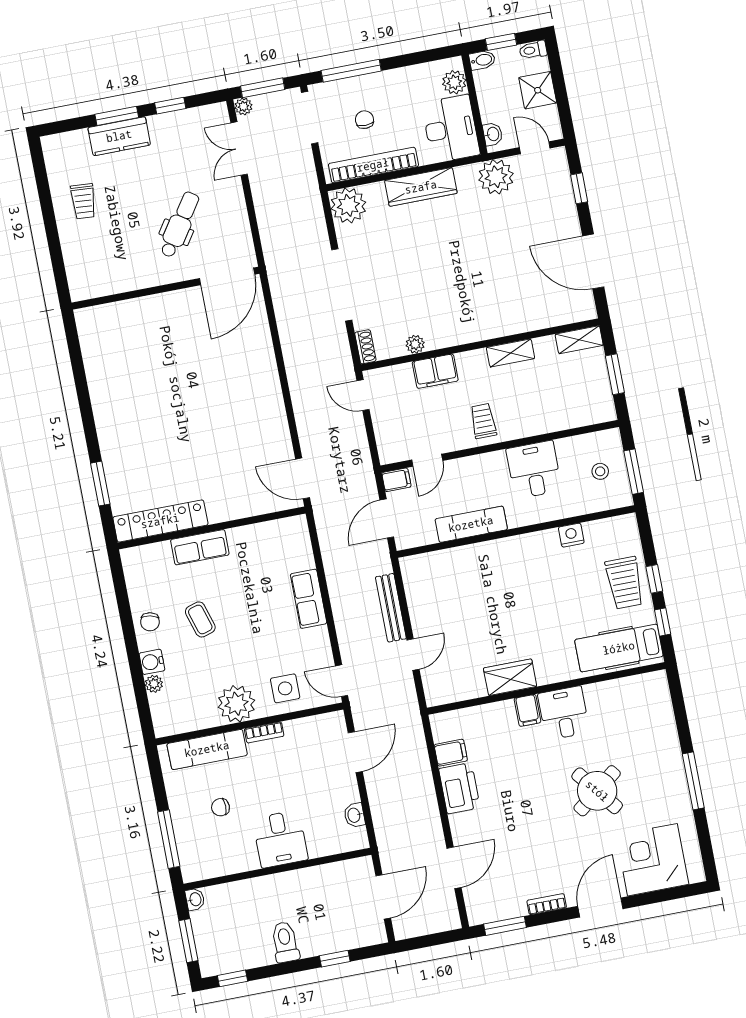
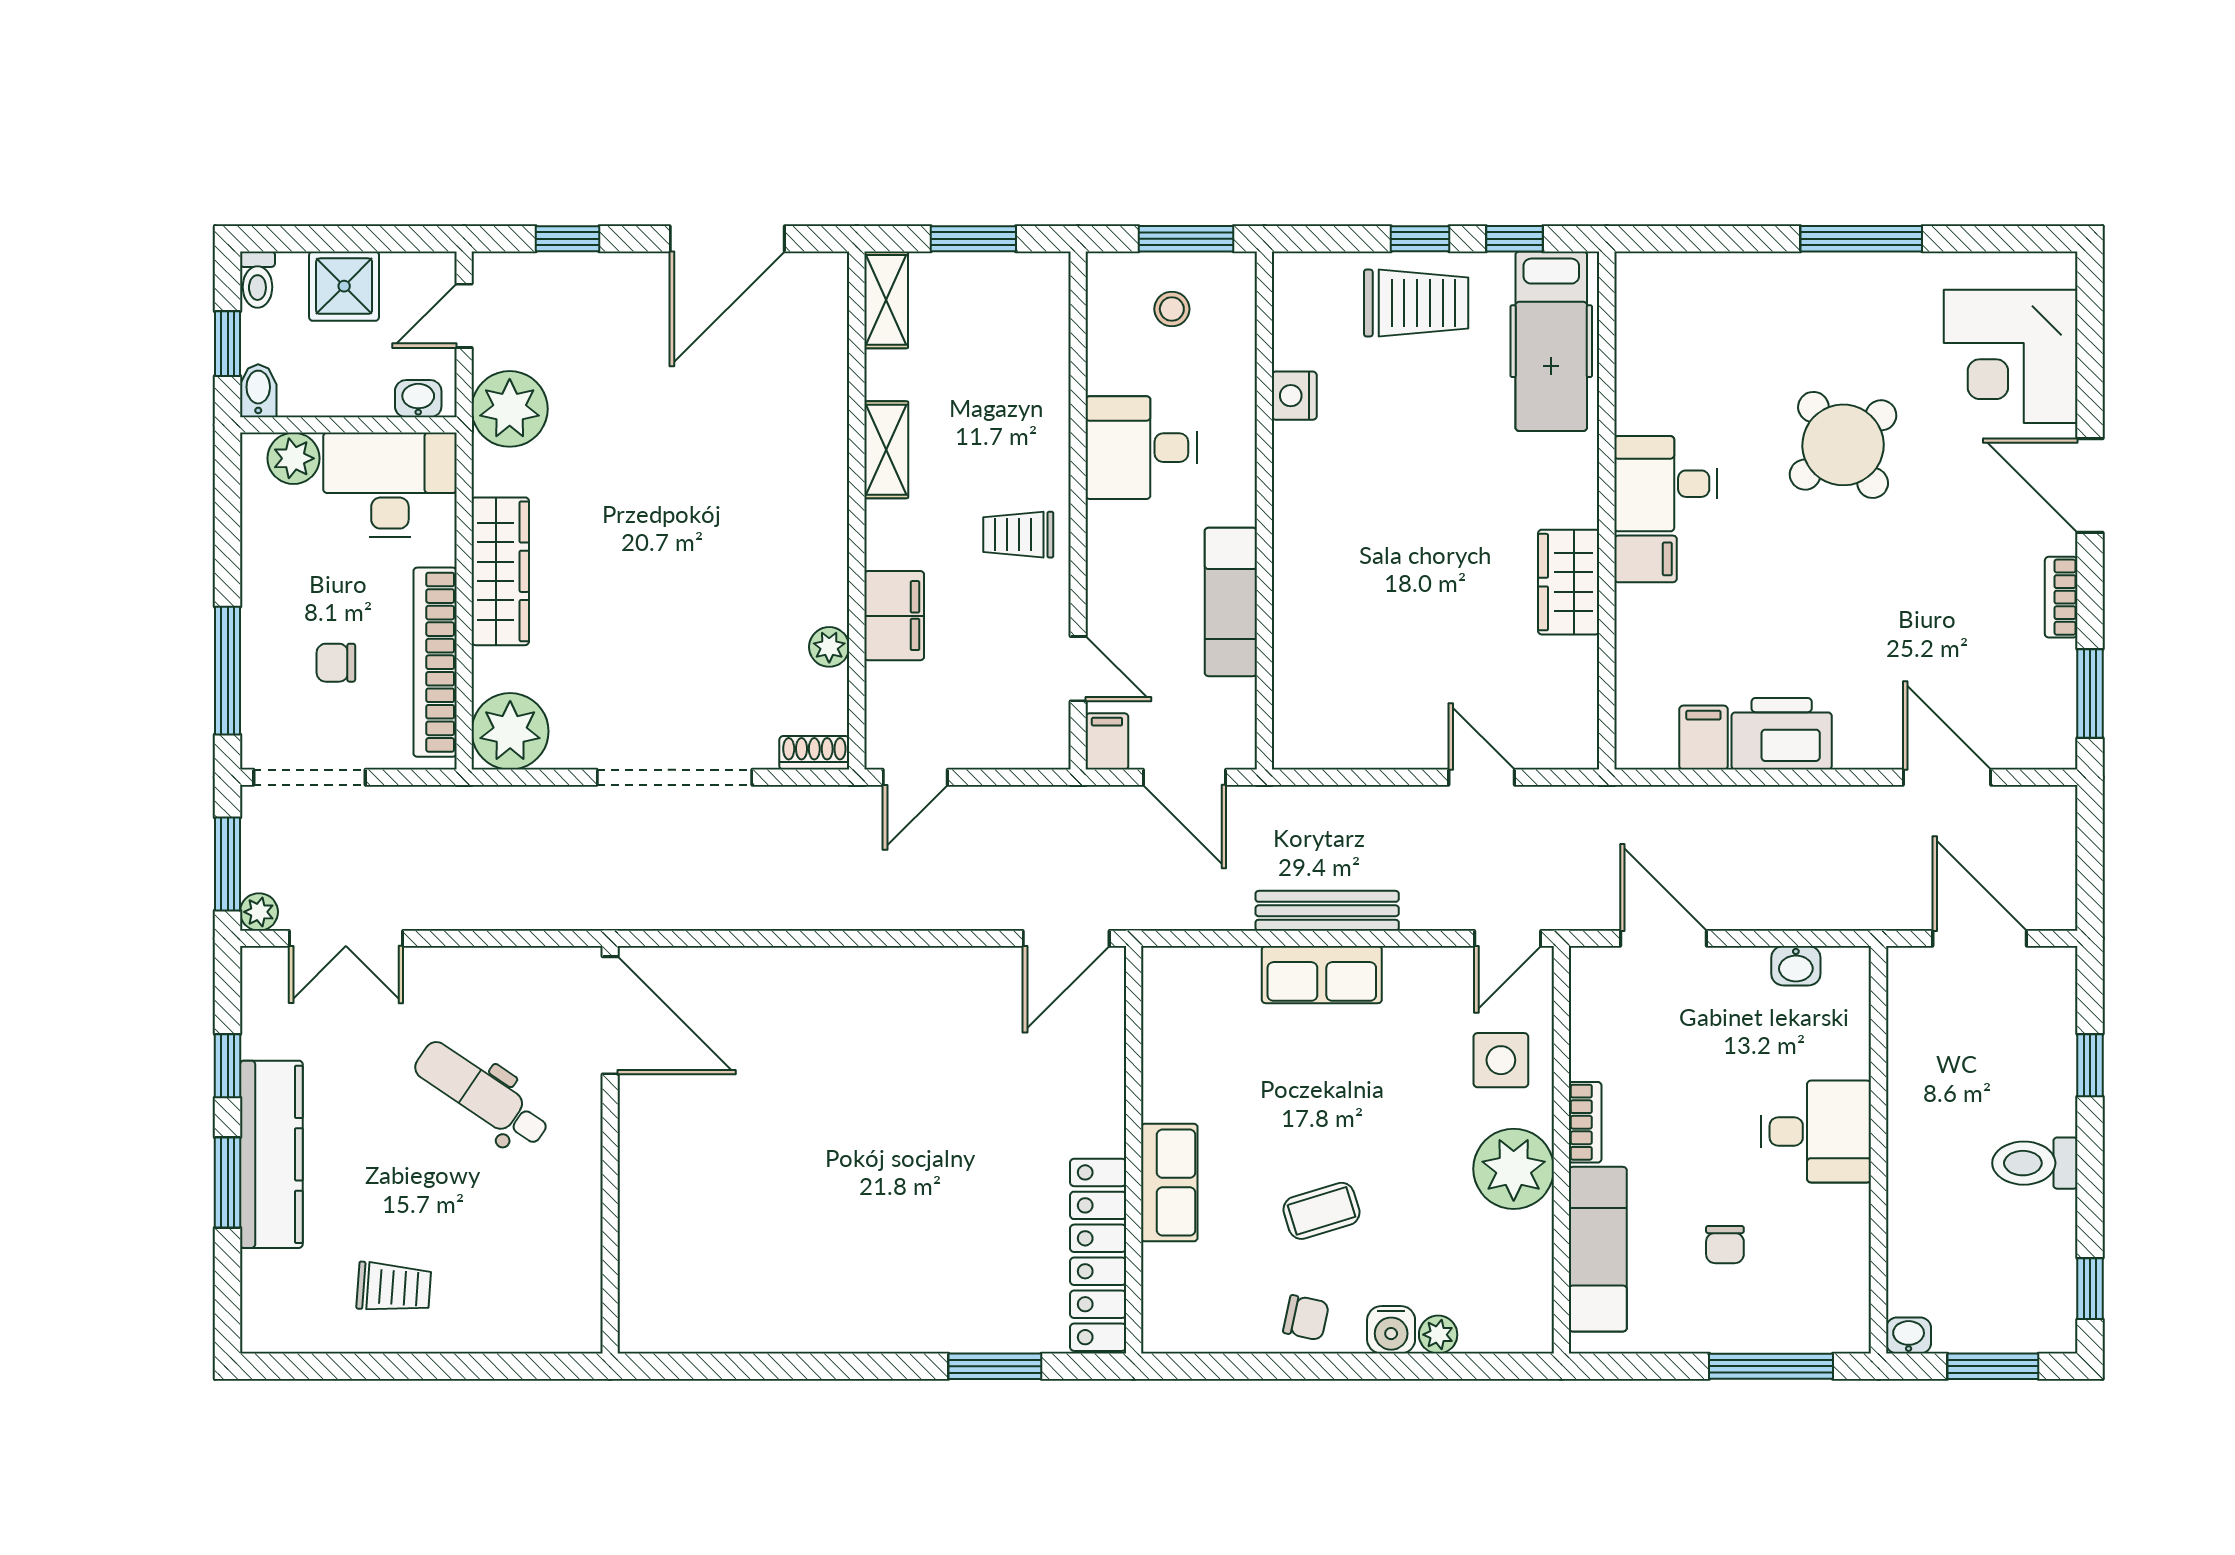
kitchen counter: (119, 136) -> (271, 1154), width x1.50
bench: (391, 608) -> (1327, 911), moved

